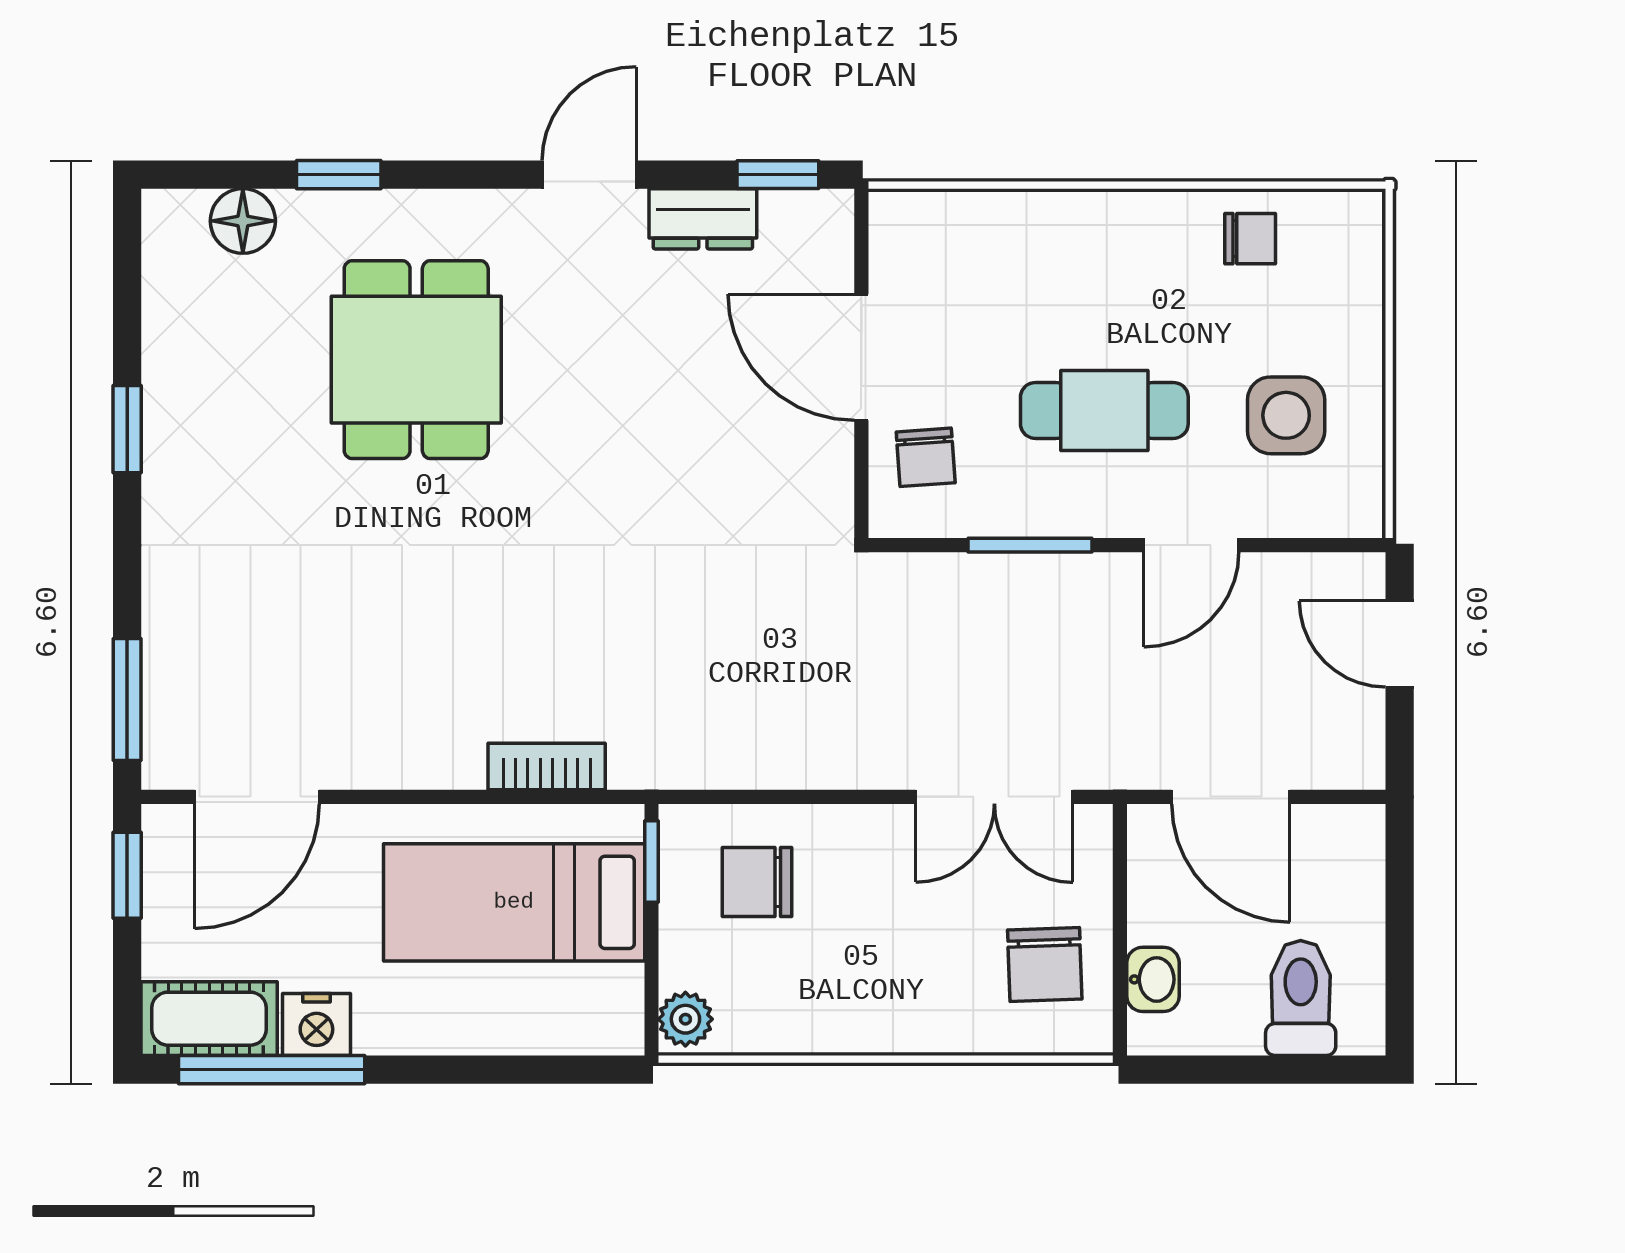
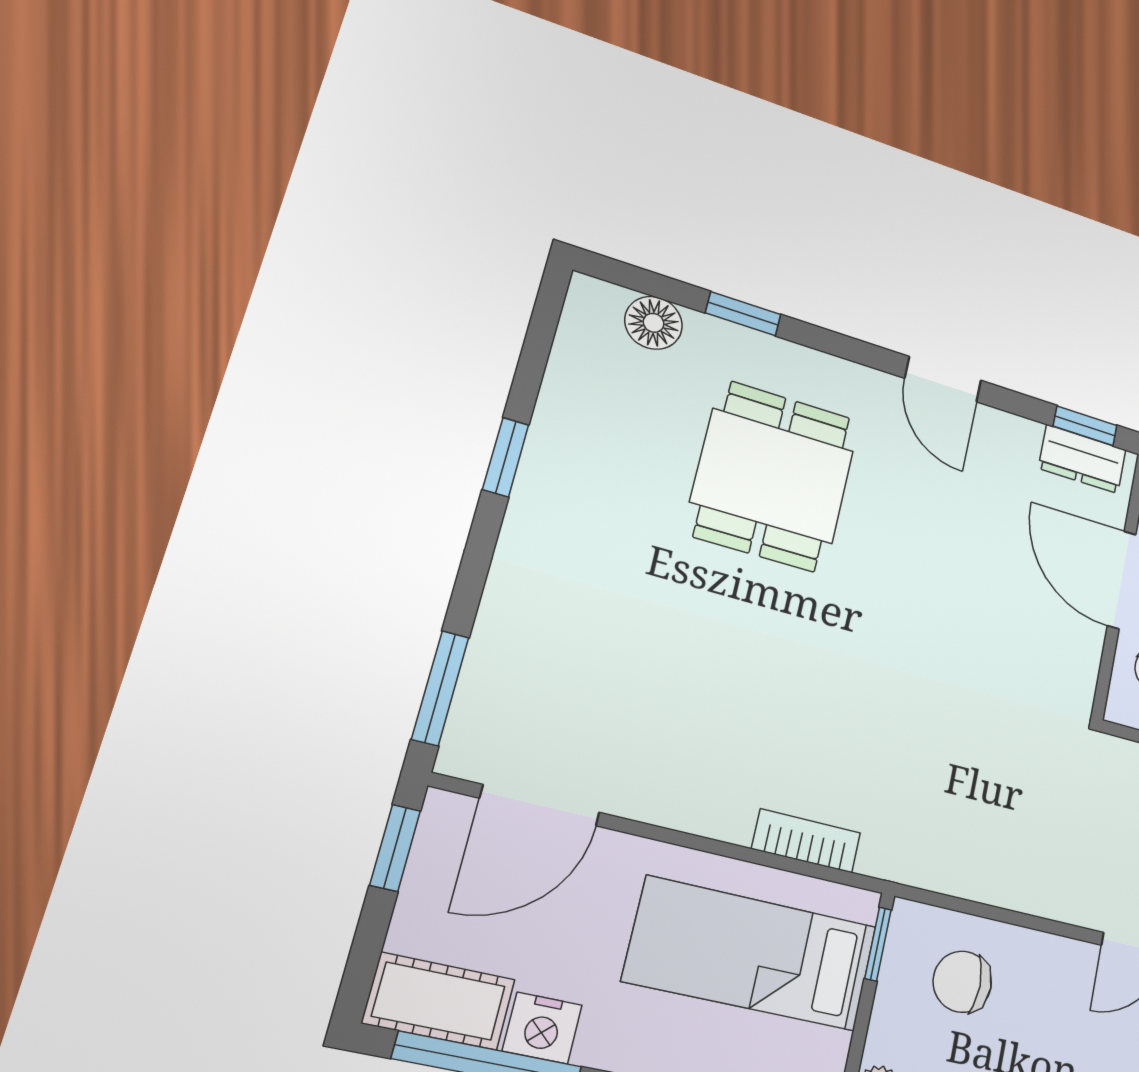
door: (589, 175) -> (943, 379), swing flipped
dresser: (703, 219) -> (1082, 459), moved

